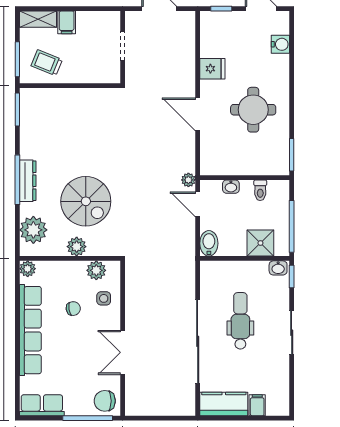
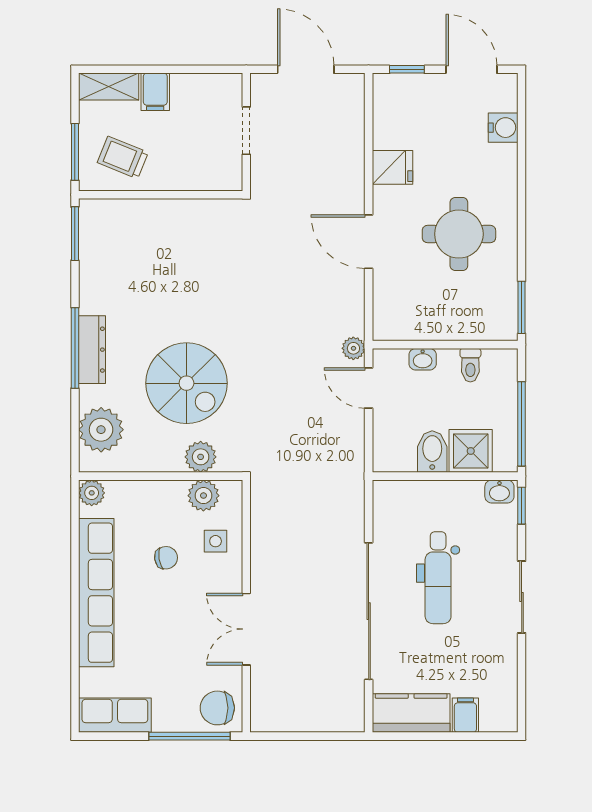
bidet: (209, 243) -> (432, 451), moved
plant: (77, 247) -> (201, 457), moved
dental chair: (240, 321) -> (438, 578), turned 180

